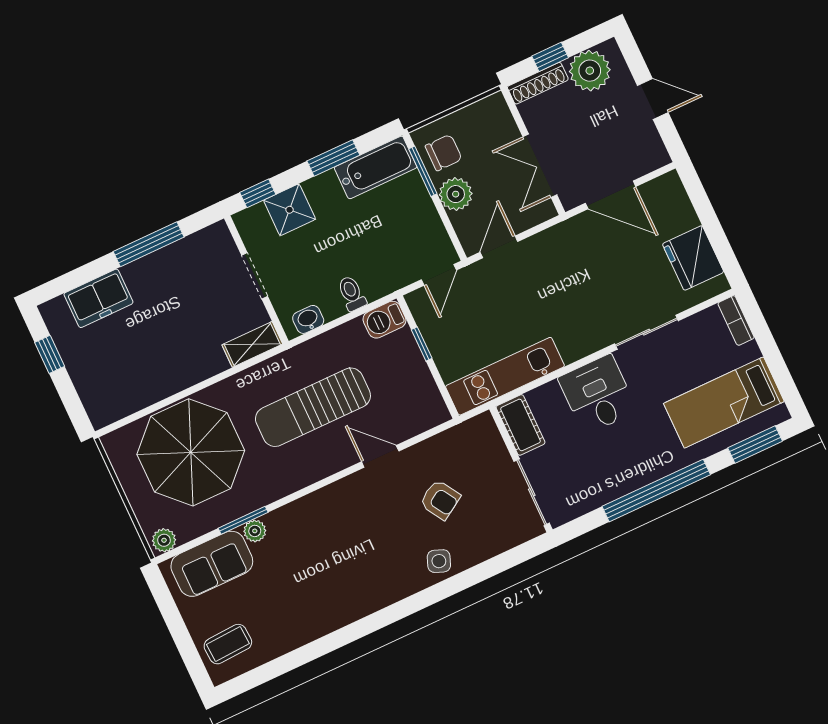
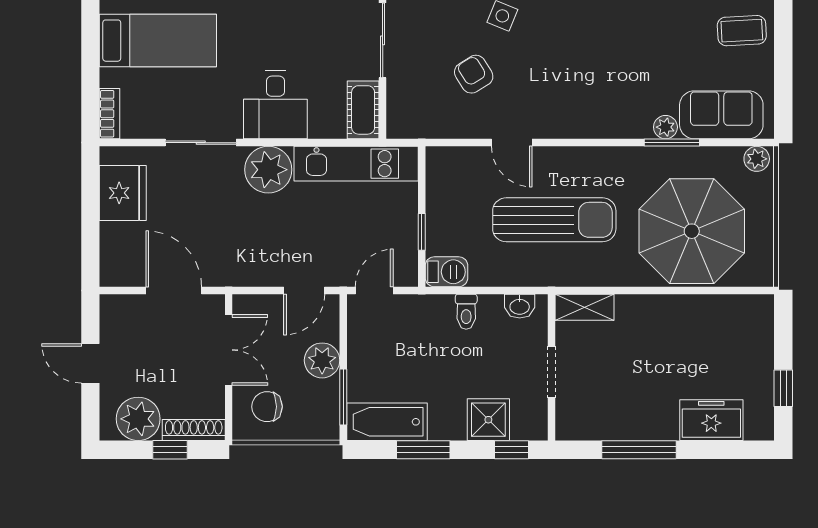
chair: (444, 153) -> (267, 407), moved
plant: (578, 336) -> (268, 170), added

